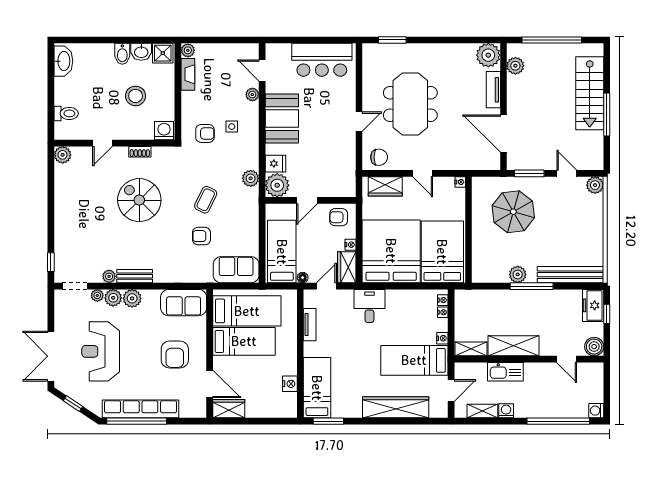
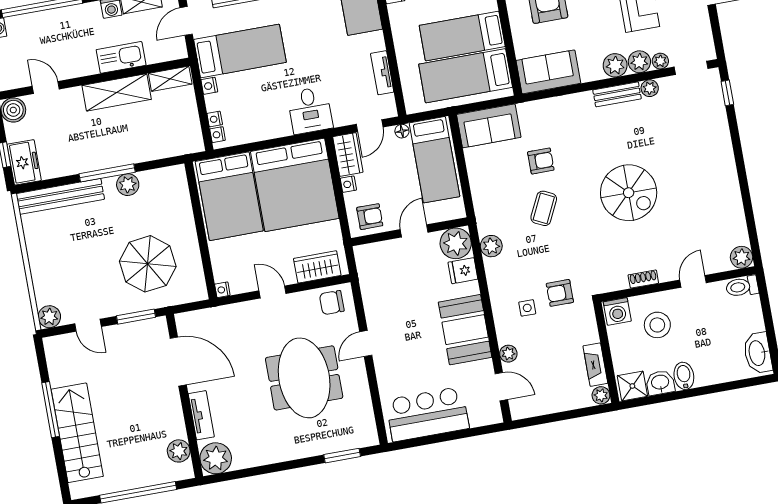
washing machine: (164, 131) -> (617, 311), moved
door: (103, 143) -> (693, 281), moved
wall: (114, 143) -> (678, 284), moved
shoe rack: (140, 152) -> (643, 279), moved
plant: (63, 155) -> (741, 257), moved

